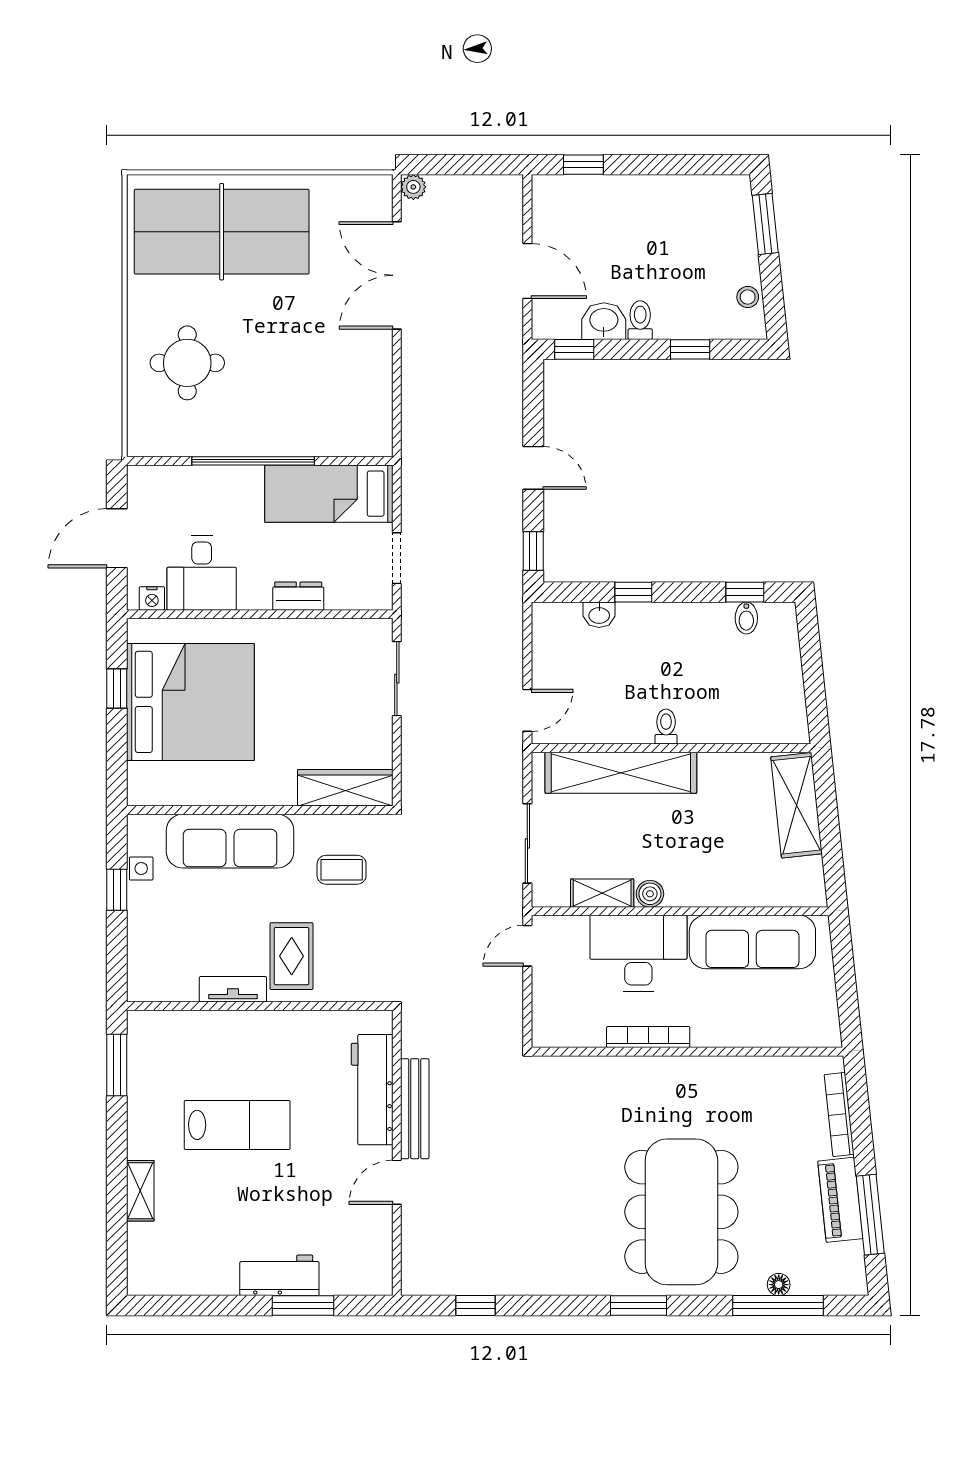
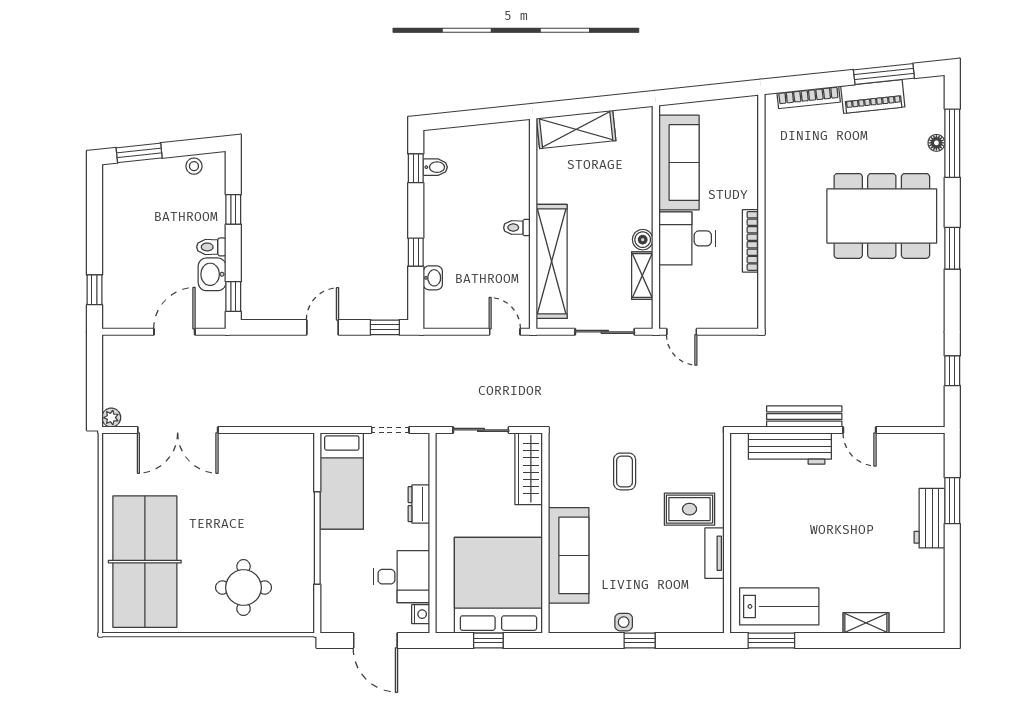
wardrobe: (345, 788) -> (529, 469), moved
wall: (260, 810) -> (545, 533), moved
sofa: (230, 841) -> (569, 555), moved
desk: (638, 953) -> (687, 238), width x0.73
lab bench: (237, 1125) -> (779, 606), moved, turned 90

